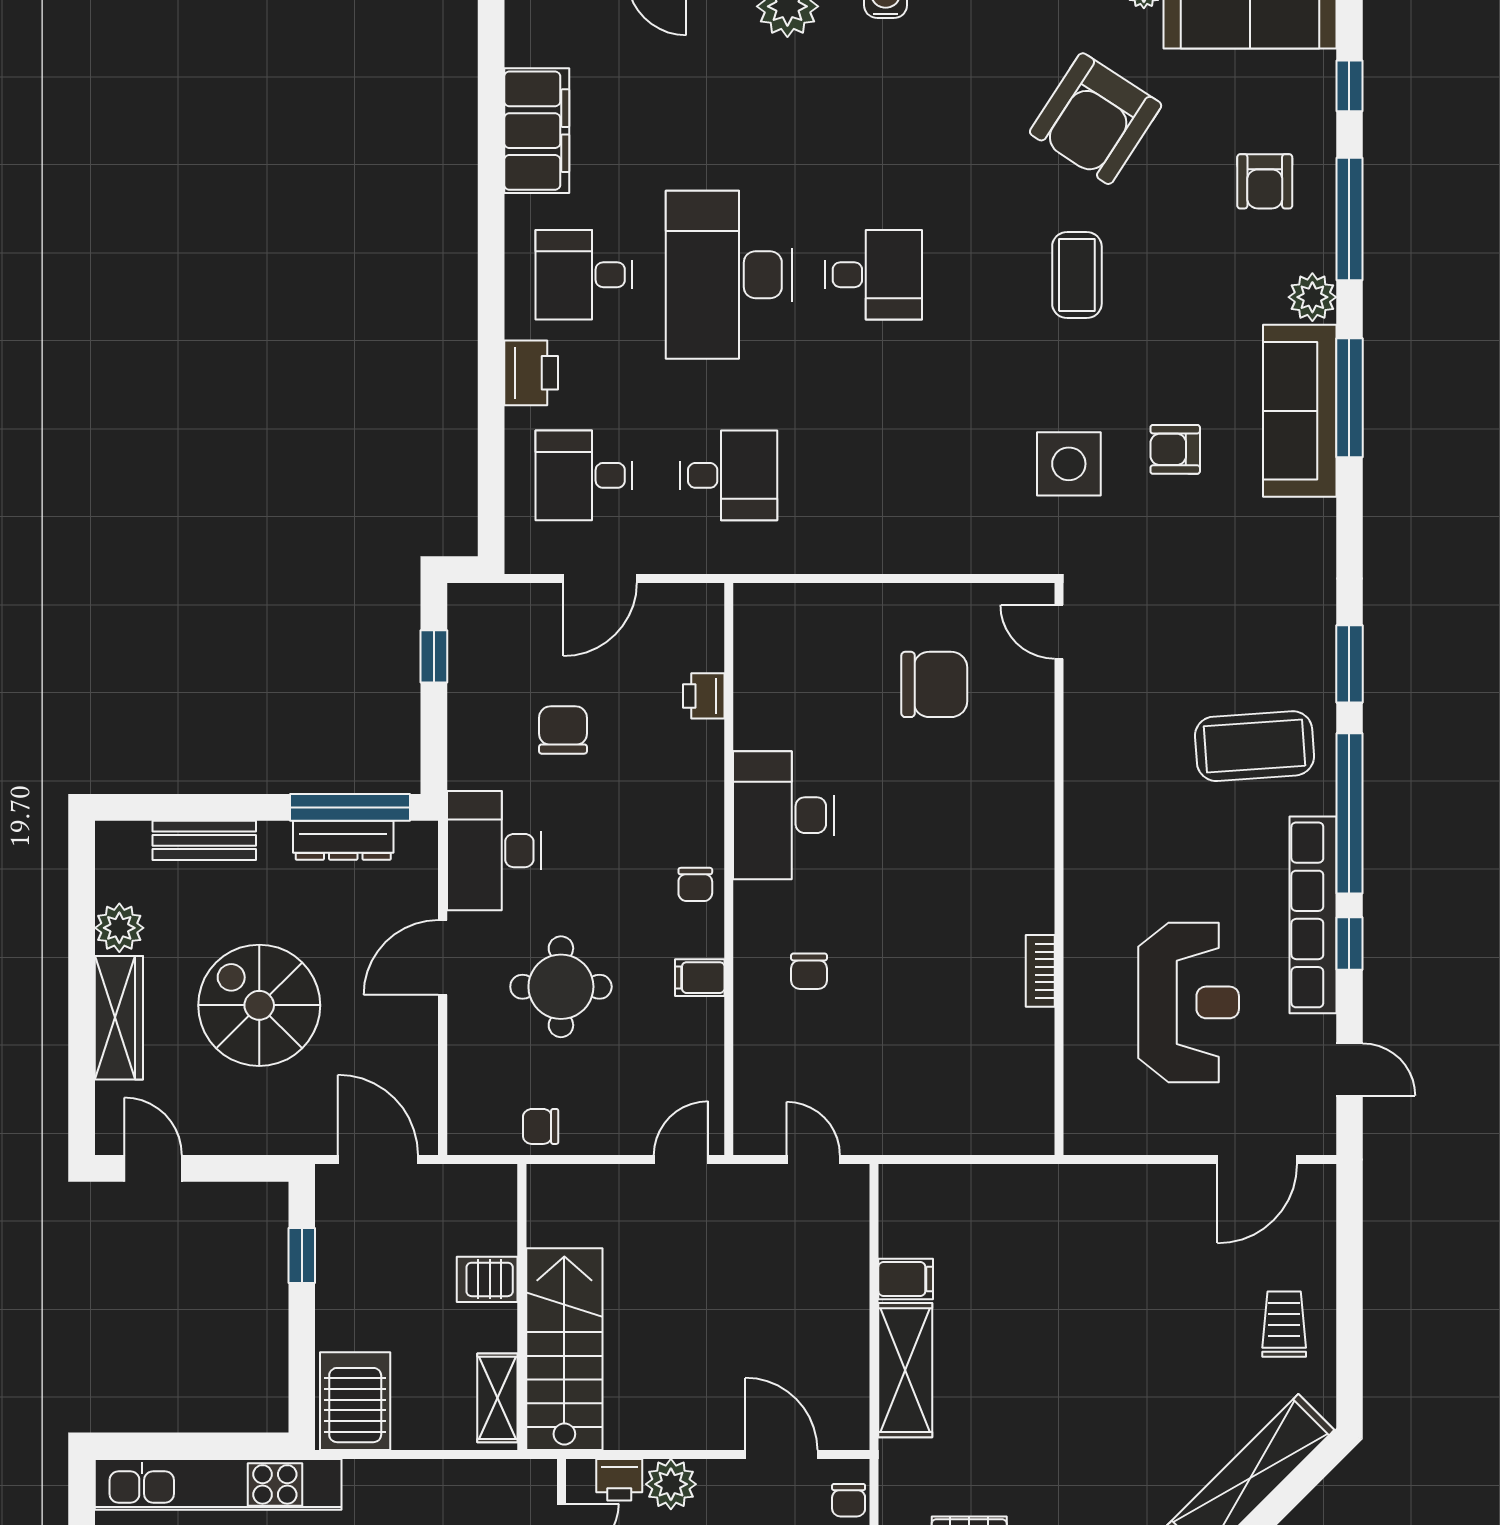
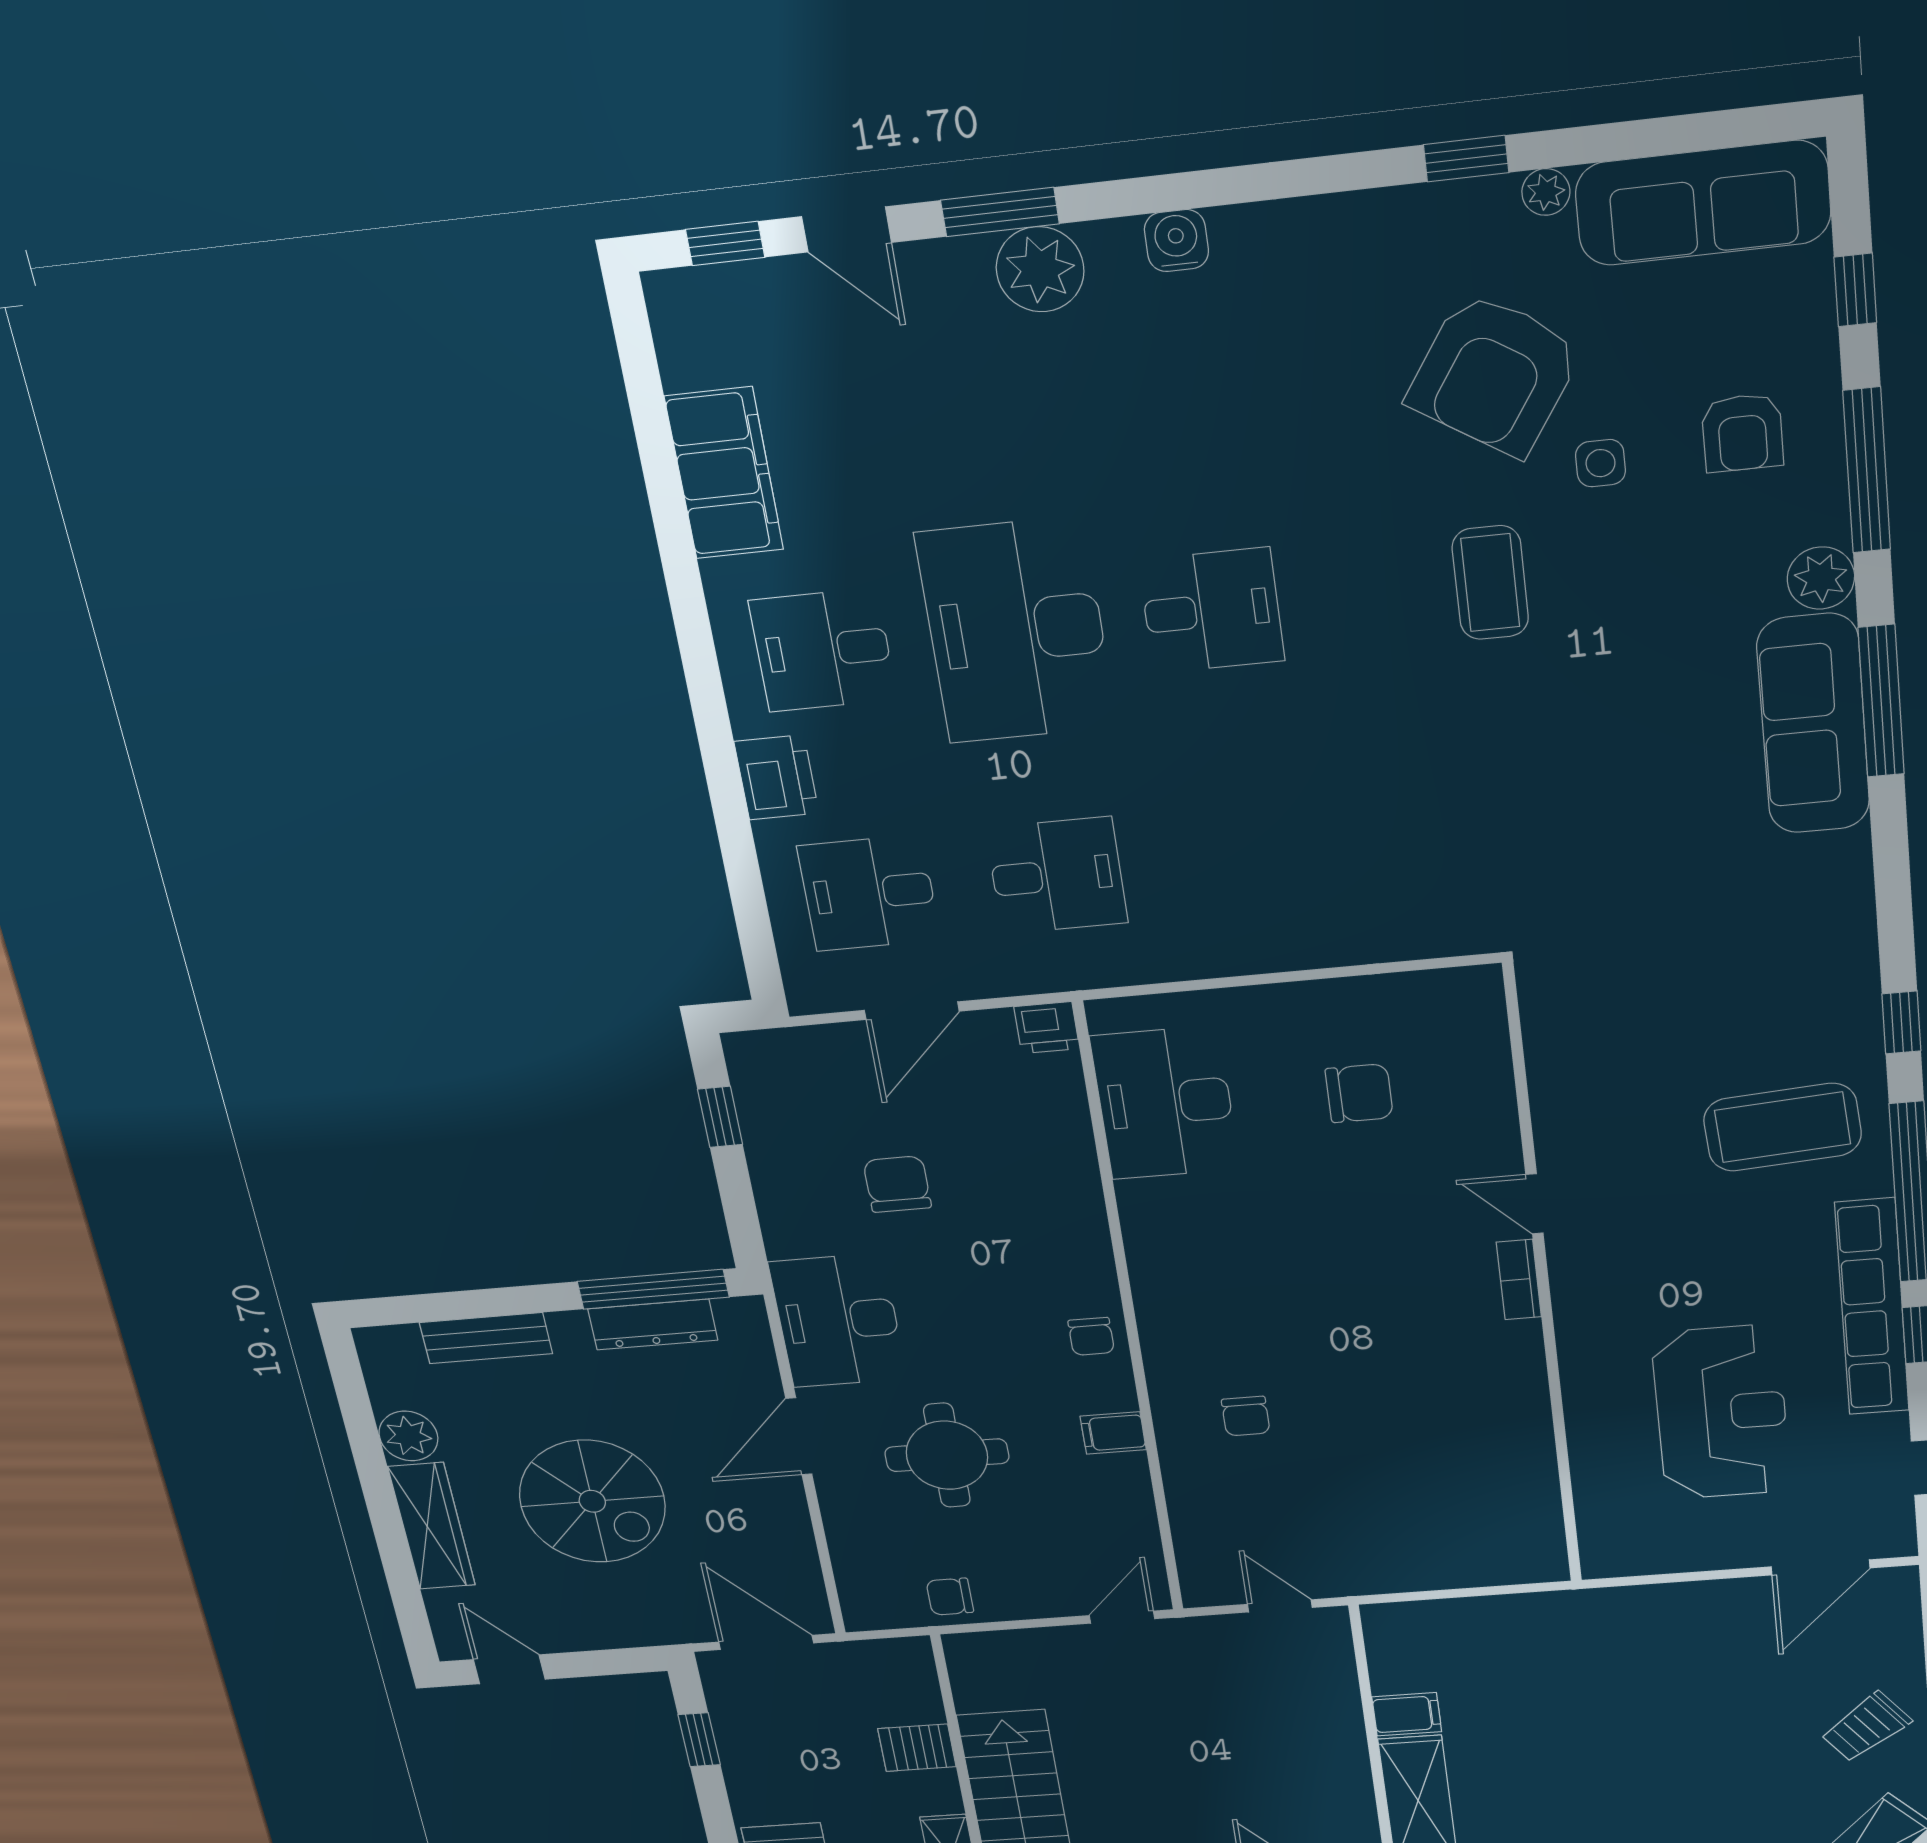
armchair: (1175, 449) -> (1647, 788), removed
side table: (1069, 464) -> (1601, 463), moved, width x0.54, depth x0.54
door: (1059, 632) -> (1534, 1204), moved
window: (1349, 664) -> (1901, 1023), width x0.67
chair: (934, 684) -> (1359, 1093), width x0.73, depth x0.73
printer: (704, 696) -> (1047, 1028), moved, turned -90
desk: (784, 815) -> (1165, 1103), moved
bookcase: (1040, 971) -> (1519, 1280), moved
spiral stairs: (259, 1005) -> (592, 1501), turned 180
trolley: (1284, 1324) -> (1866, 1727), turned -128

